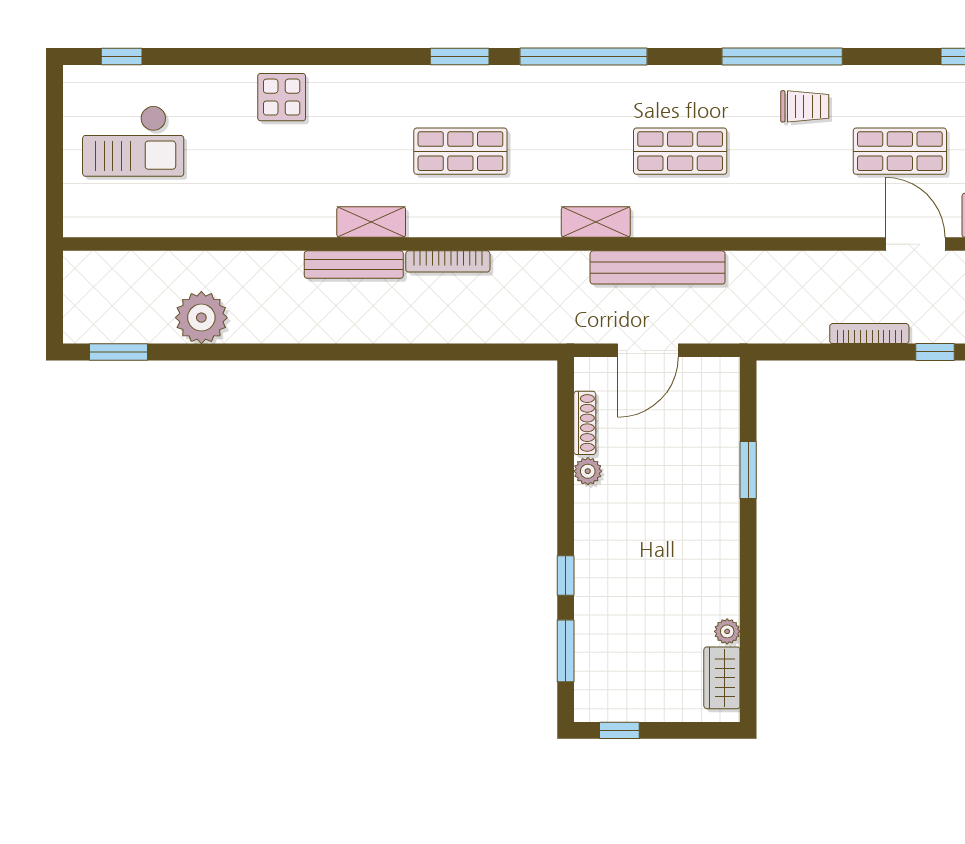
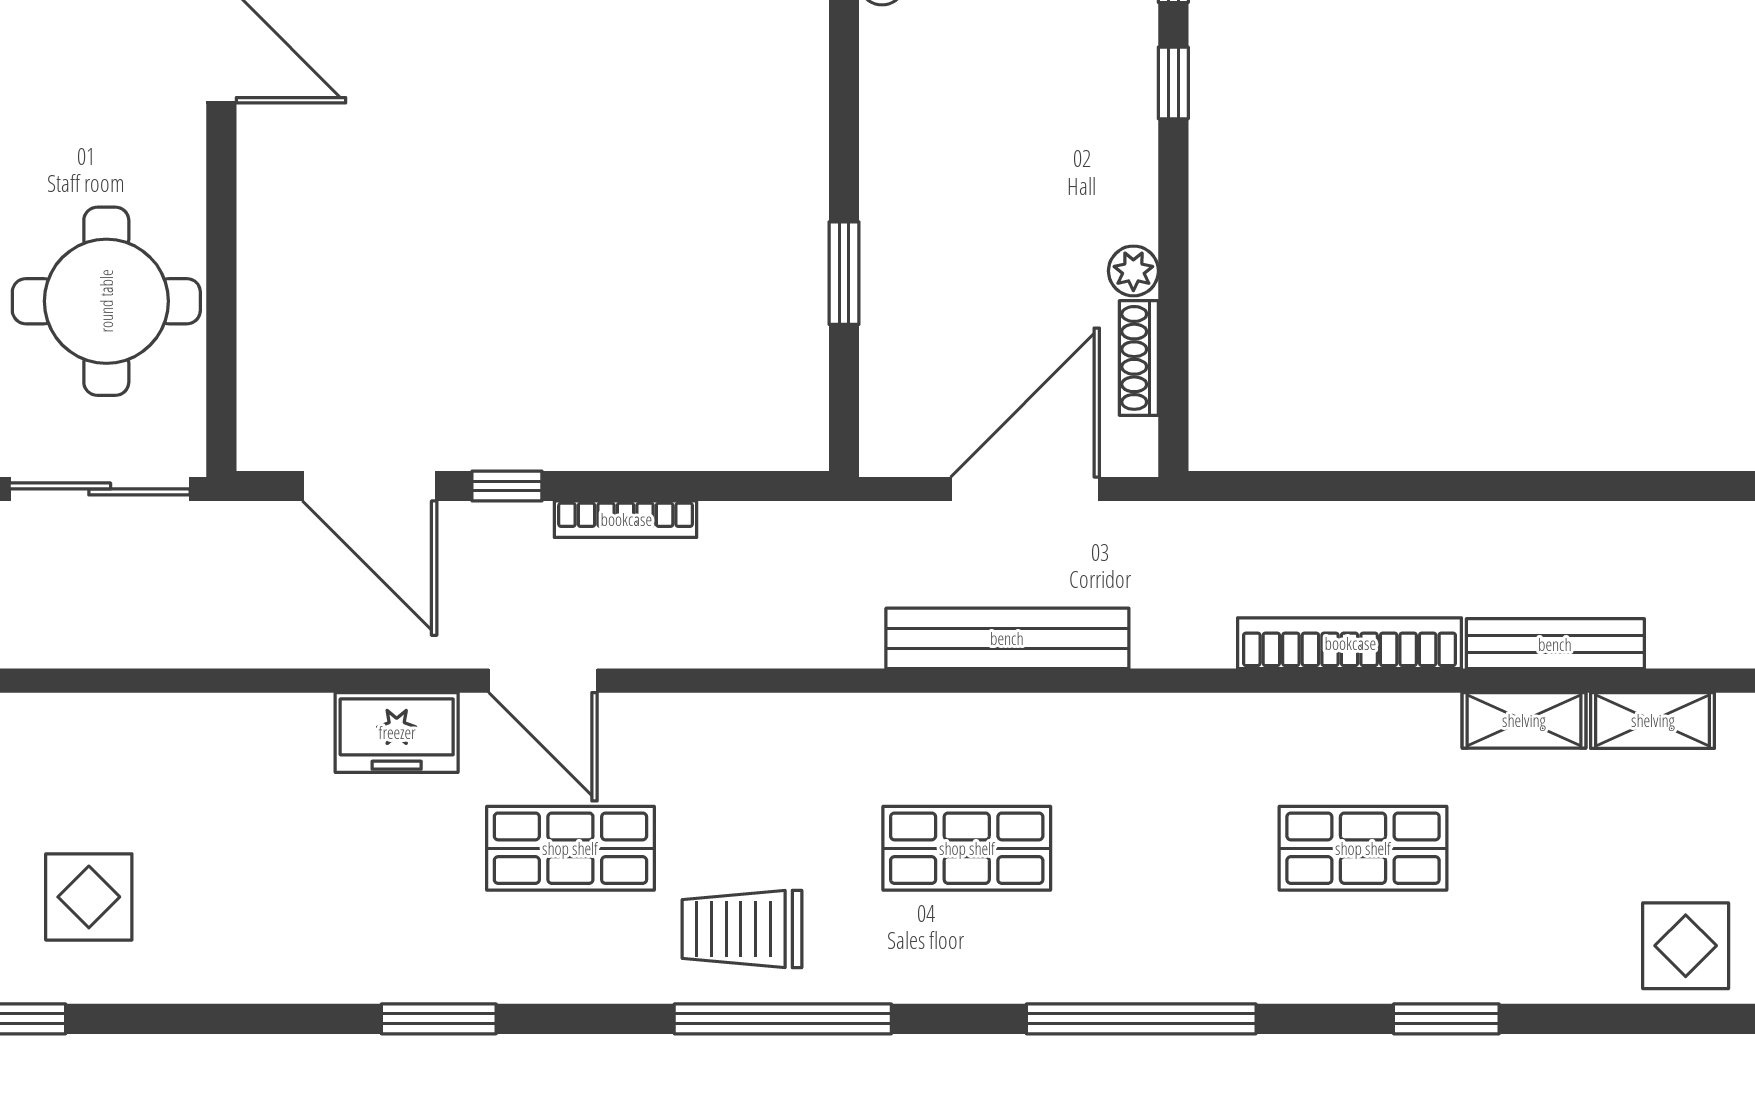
window: (460, 57) -> (1446, 1019), moved
trolley: (805, 106) -> (742, 929), width x1.36, depth x1.39
shelving: (596, 222) -> (1653, 720), moved
bookcase: (448, 261) -> (1350, 643), width x1.48, depth x1.31
door: (648, 350) -> (1025, 489), width x1.36

